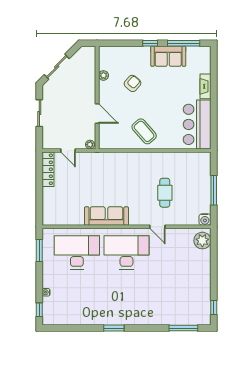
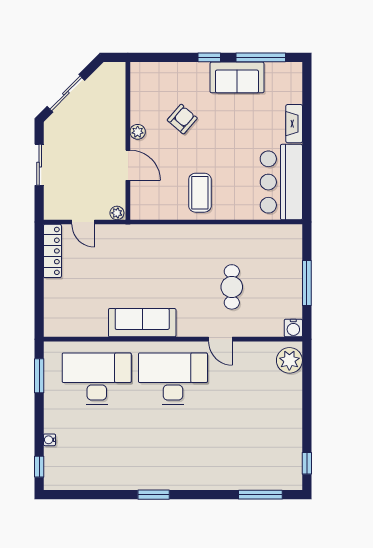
plant: (103, 75) -> (138, 132), moved
coffee table: (144, 131) -> (200, 193), turned 41

